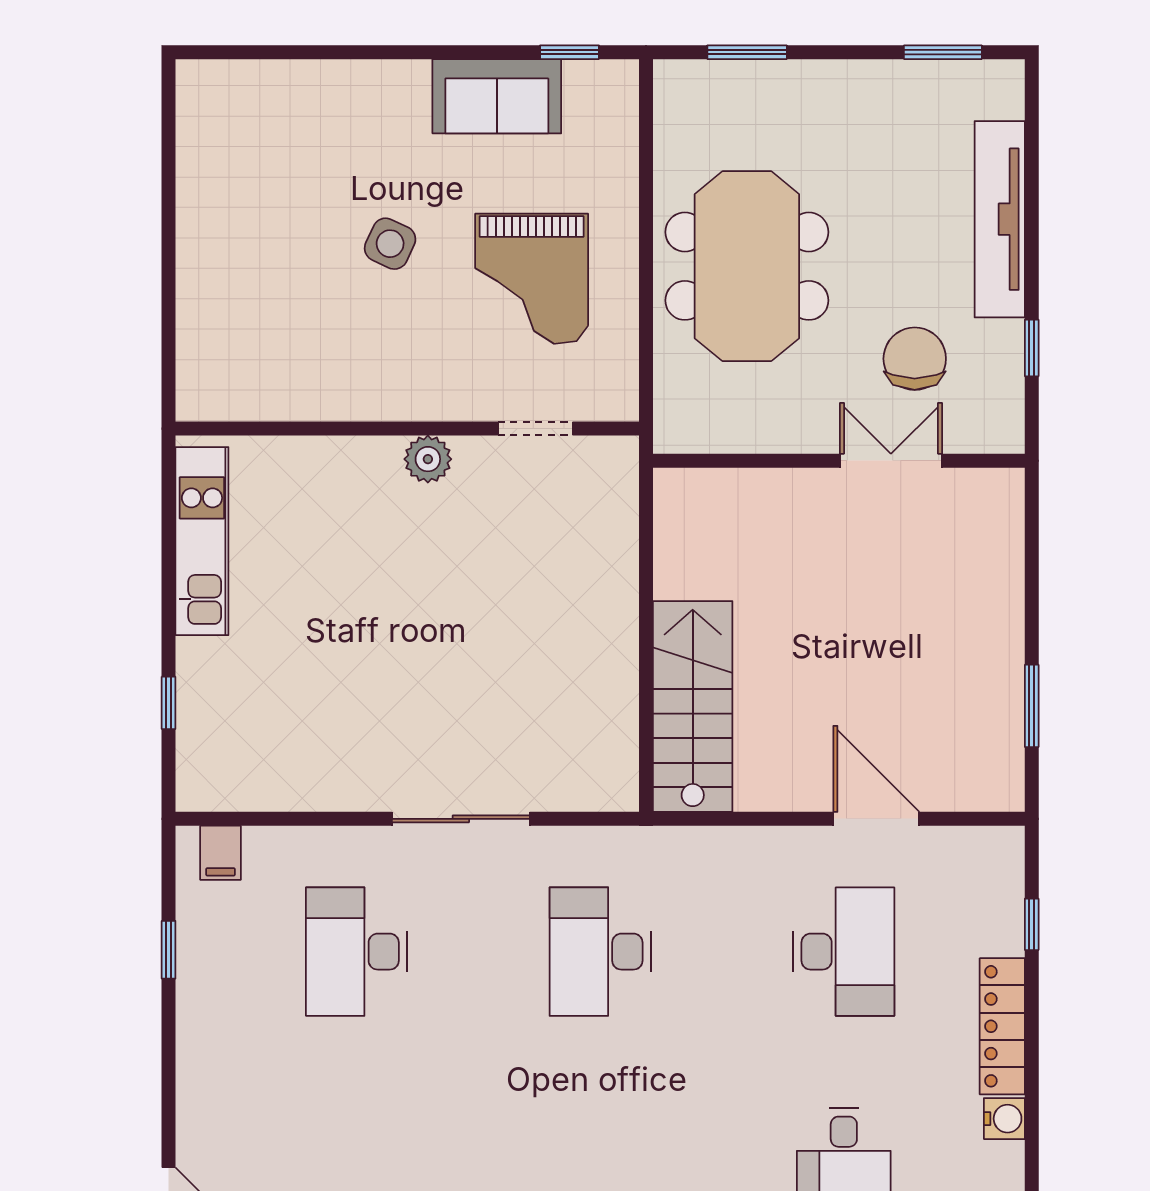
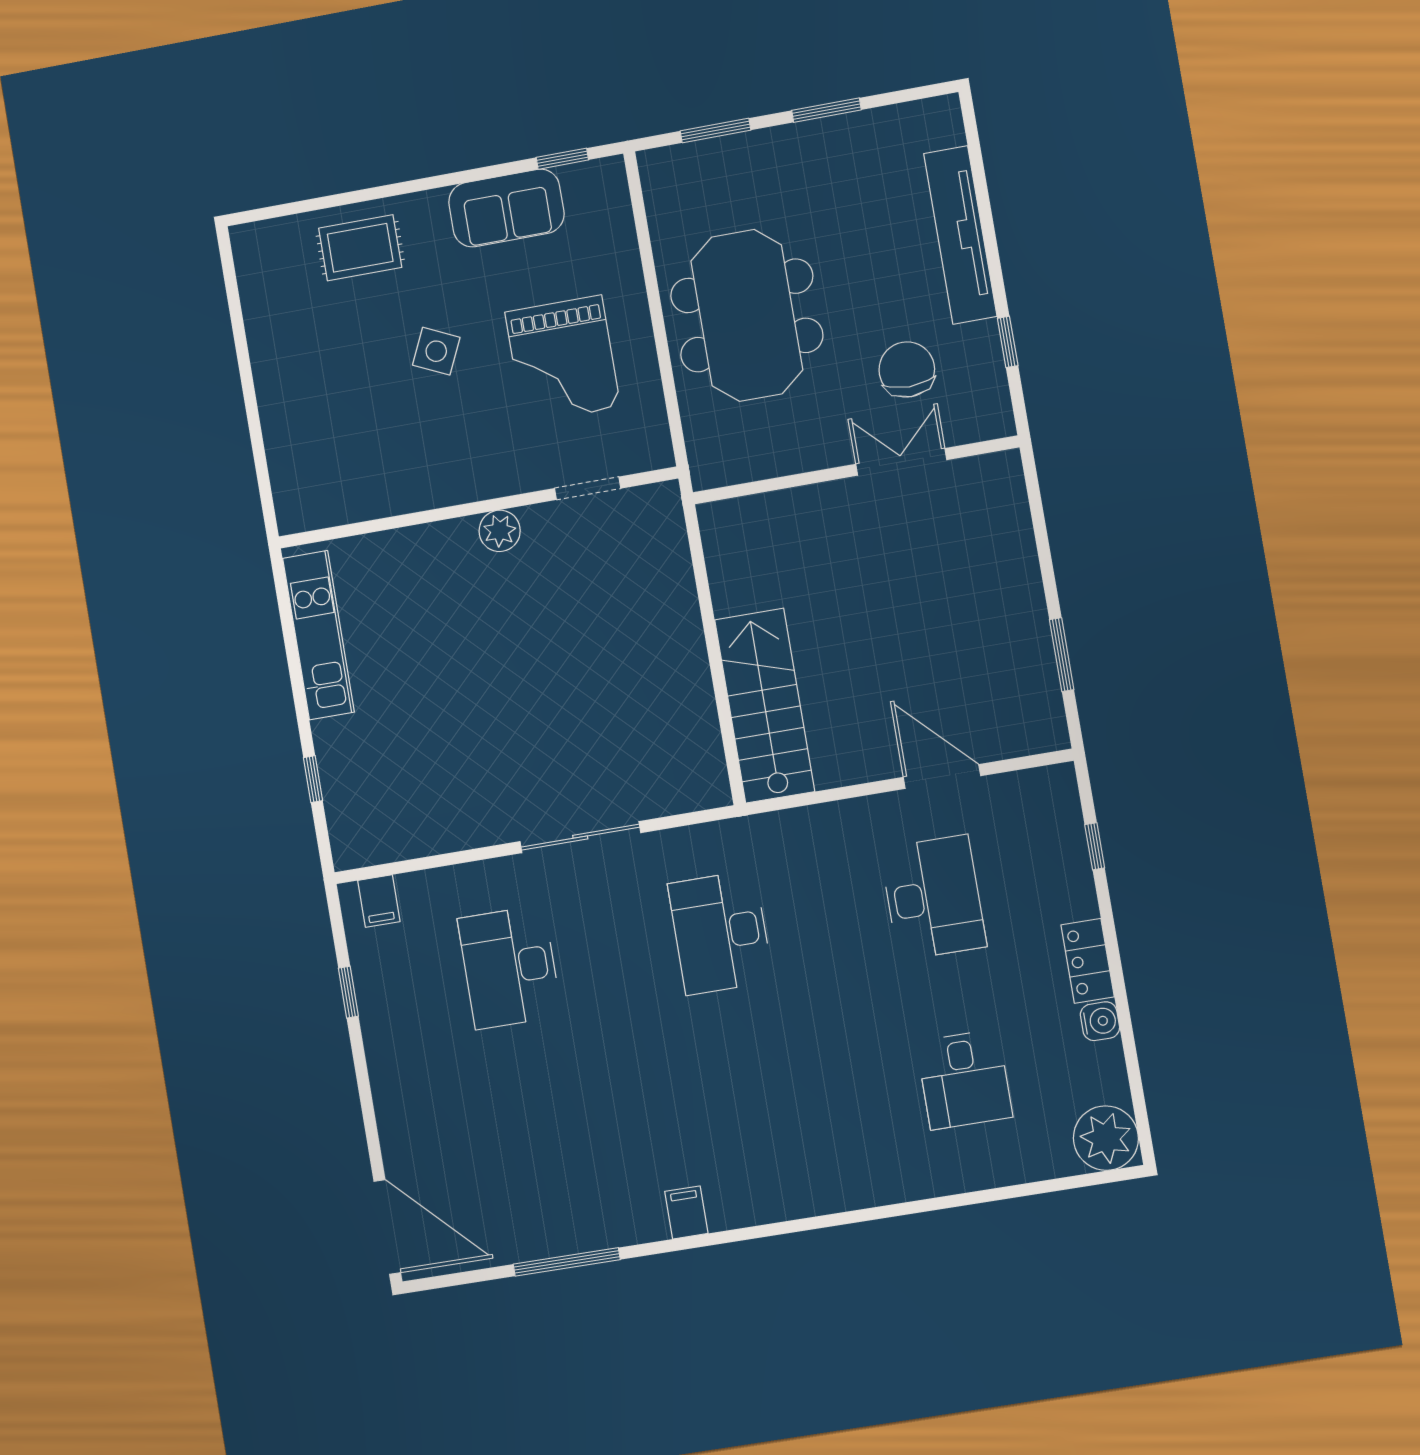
window: (943, 52) -> (826, 110), moved
rug: (323, 111) -> (360, 248), added
locker: (1002, 1026) -> (1088, 961), width x0.66

